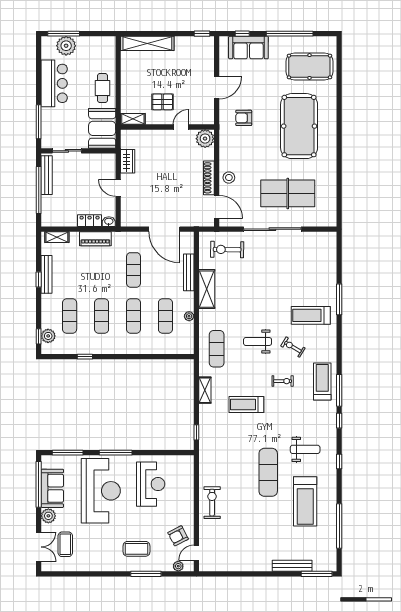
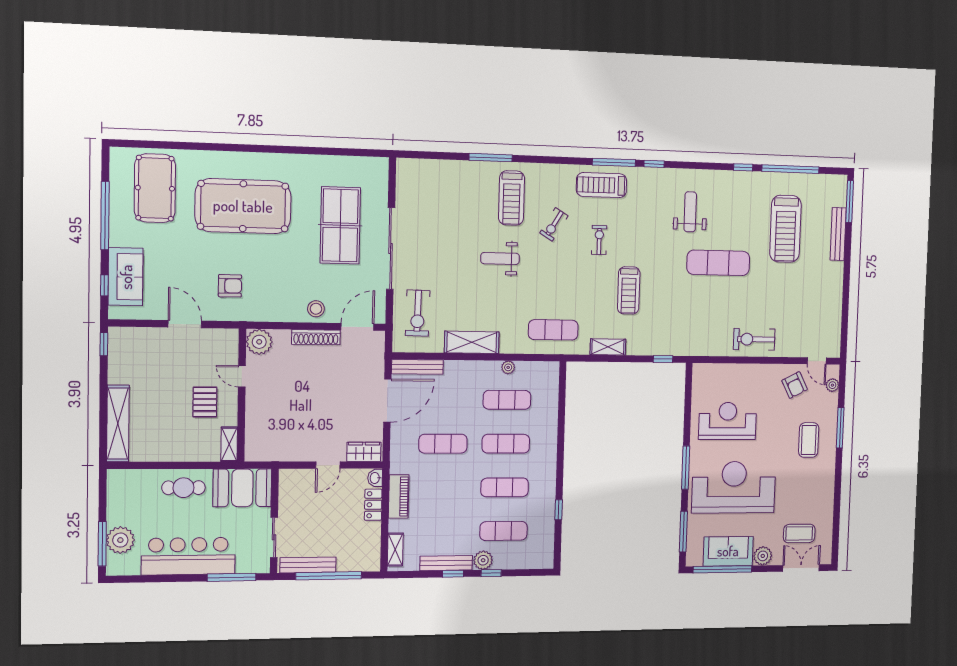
bar counter: (54, 83) -> (188, 556), width x1.36
armchair: (244, 118) -> (230, 286), turned -90
wardrobe: (128, 161) -> (364, 452), moved
bench: (189, 272) -> (417, 367), moved
window: (39, 336) -> (491, 573), moved
plant: (48, 336) -> (483, 560), moved
weight bench: (258, 342) -> (500, 258), moved, turned 90
window: (339, 461) -> (743, 167), moved
treadmill: (305, 501) -> (785, 229), moved, turned 90

